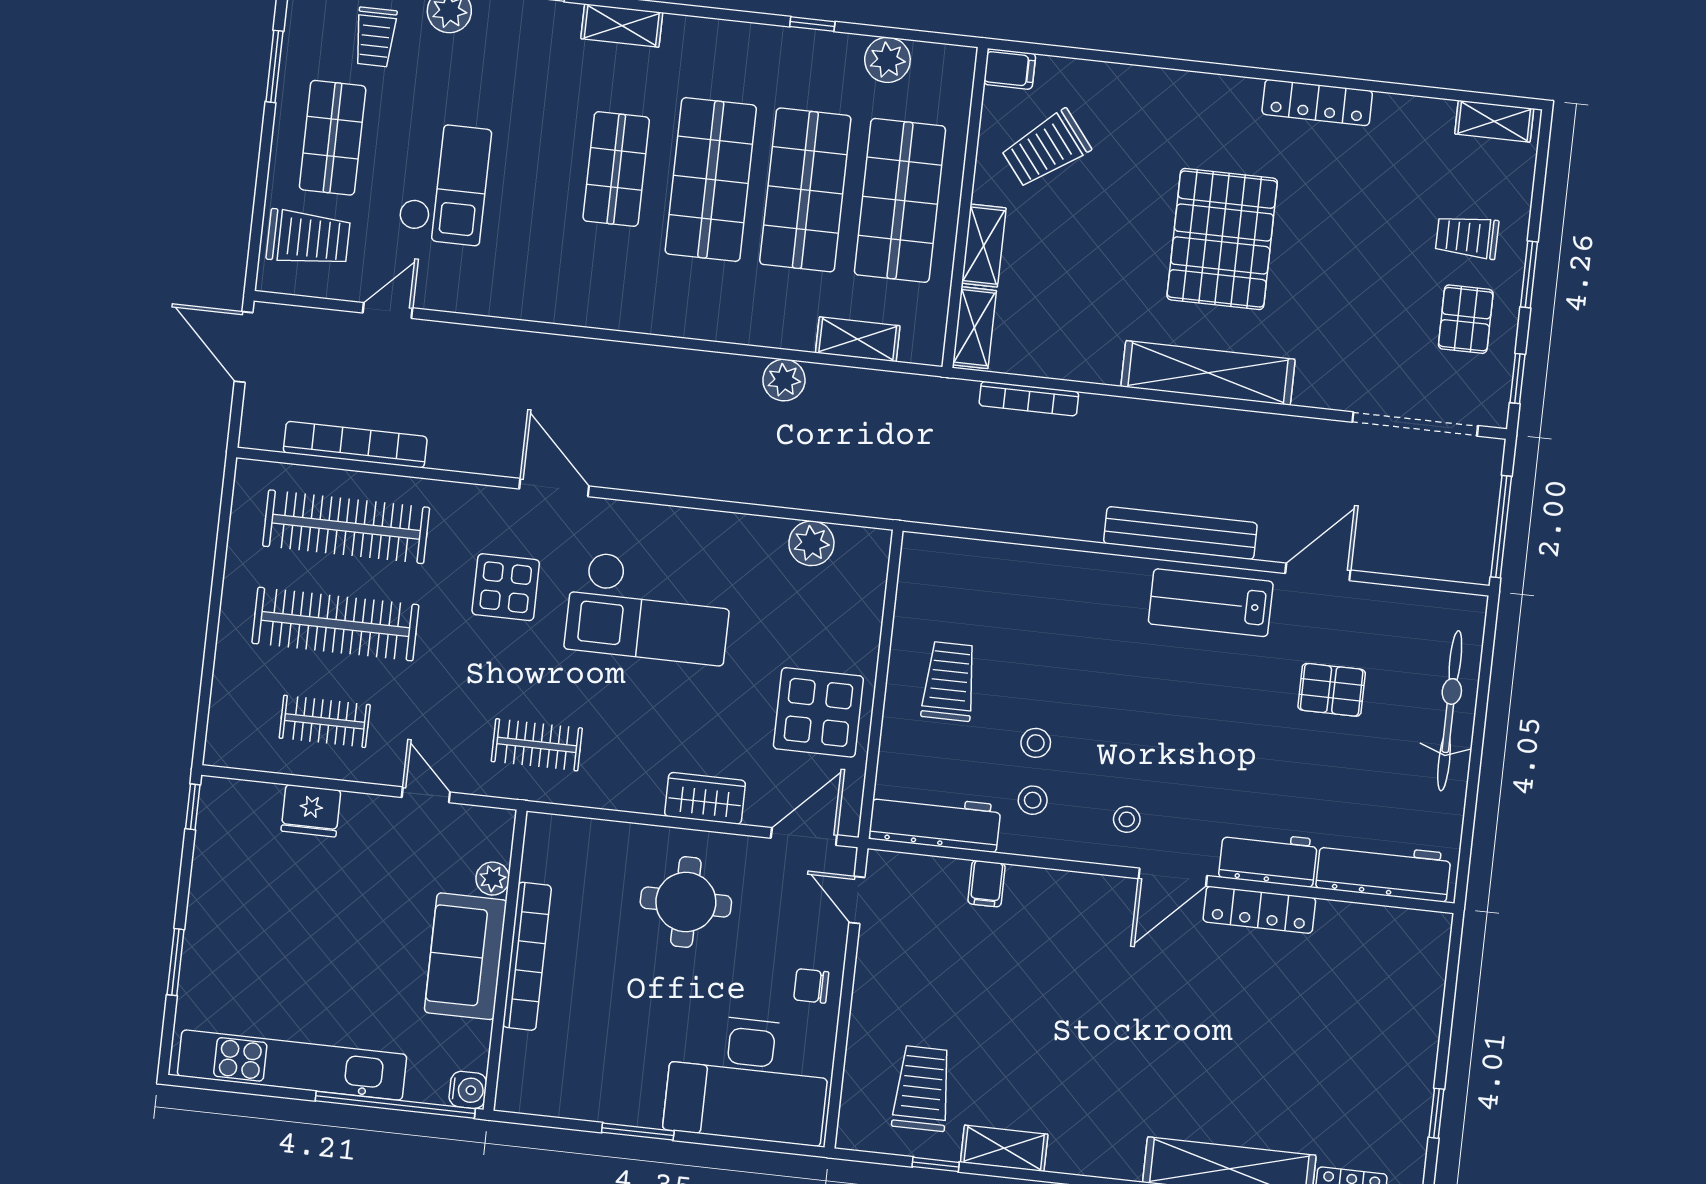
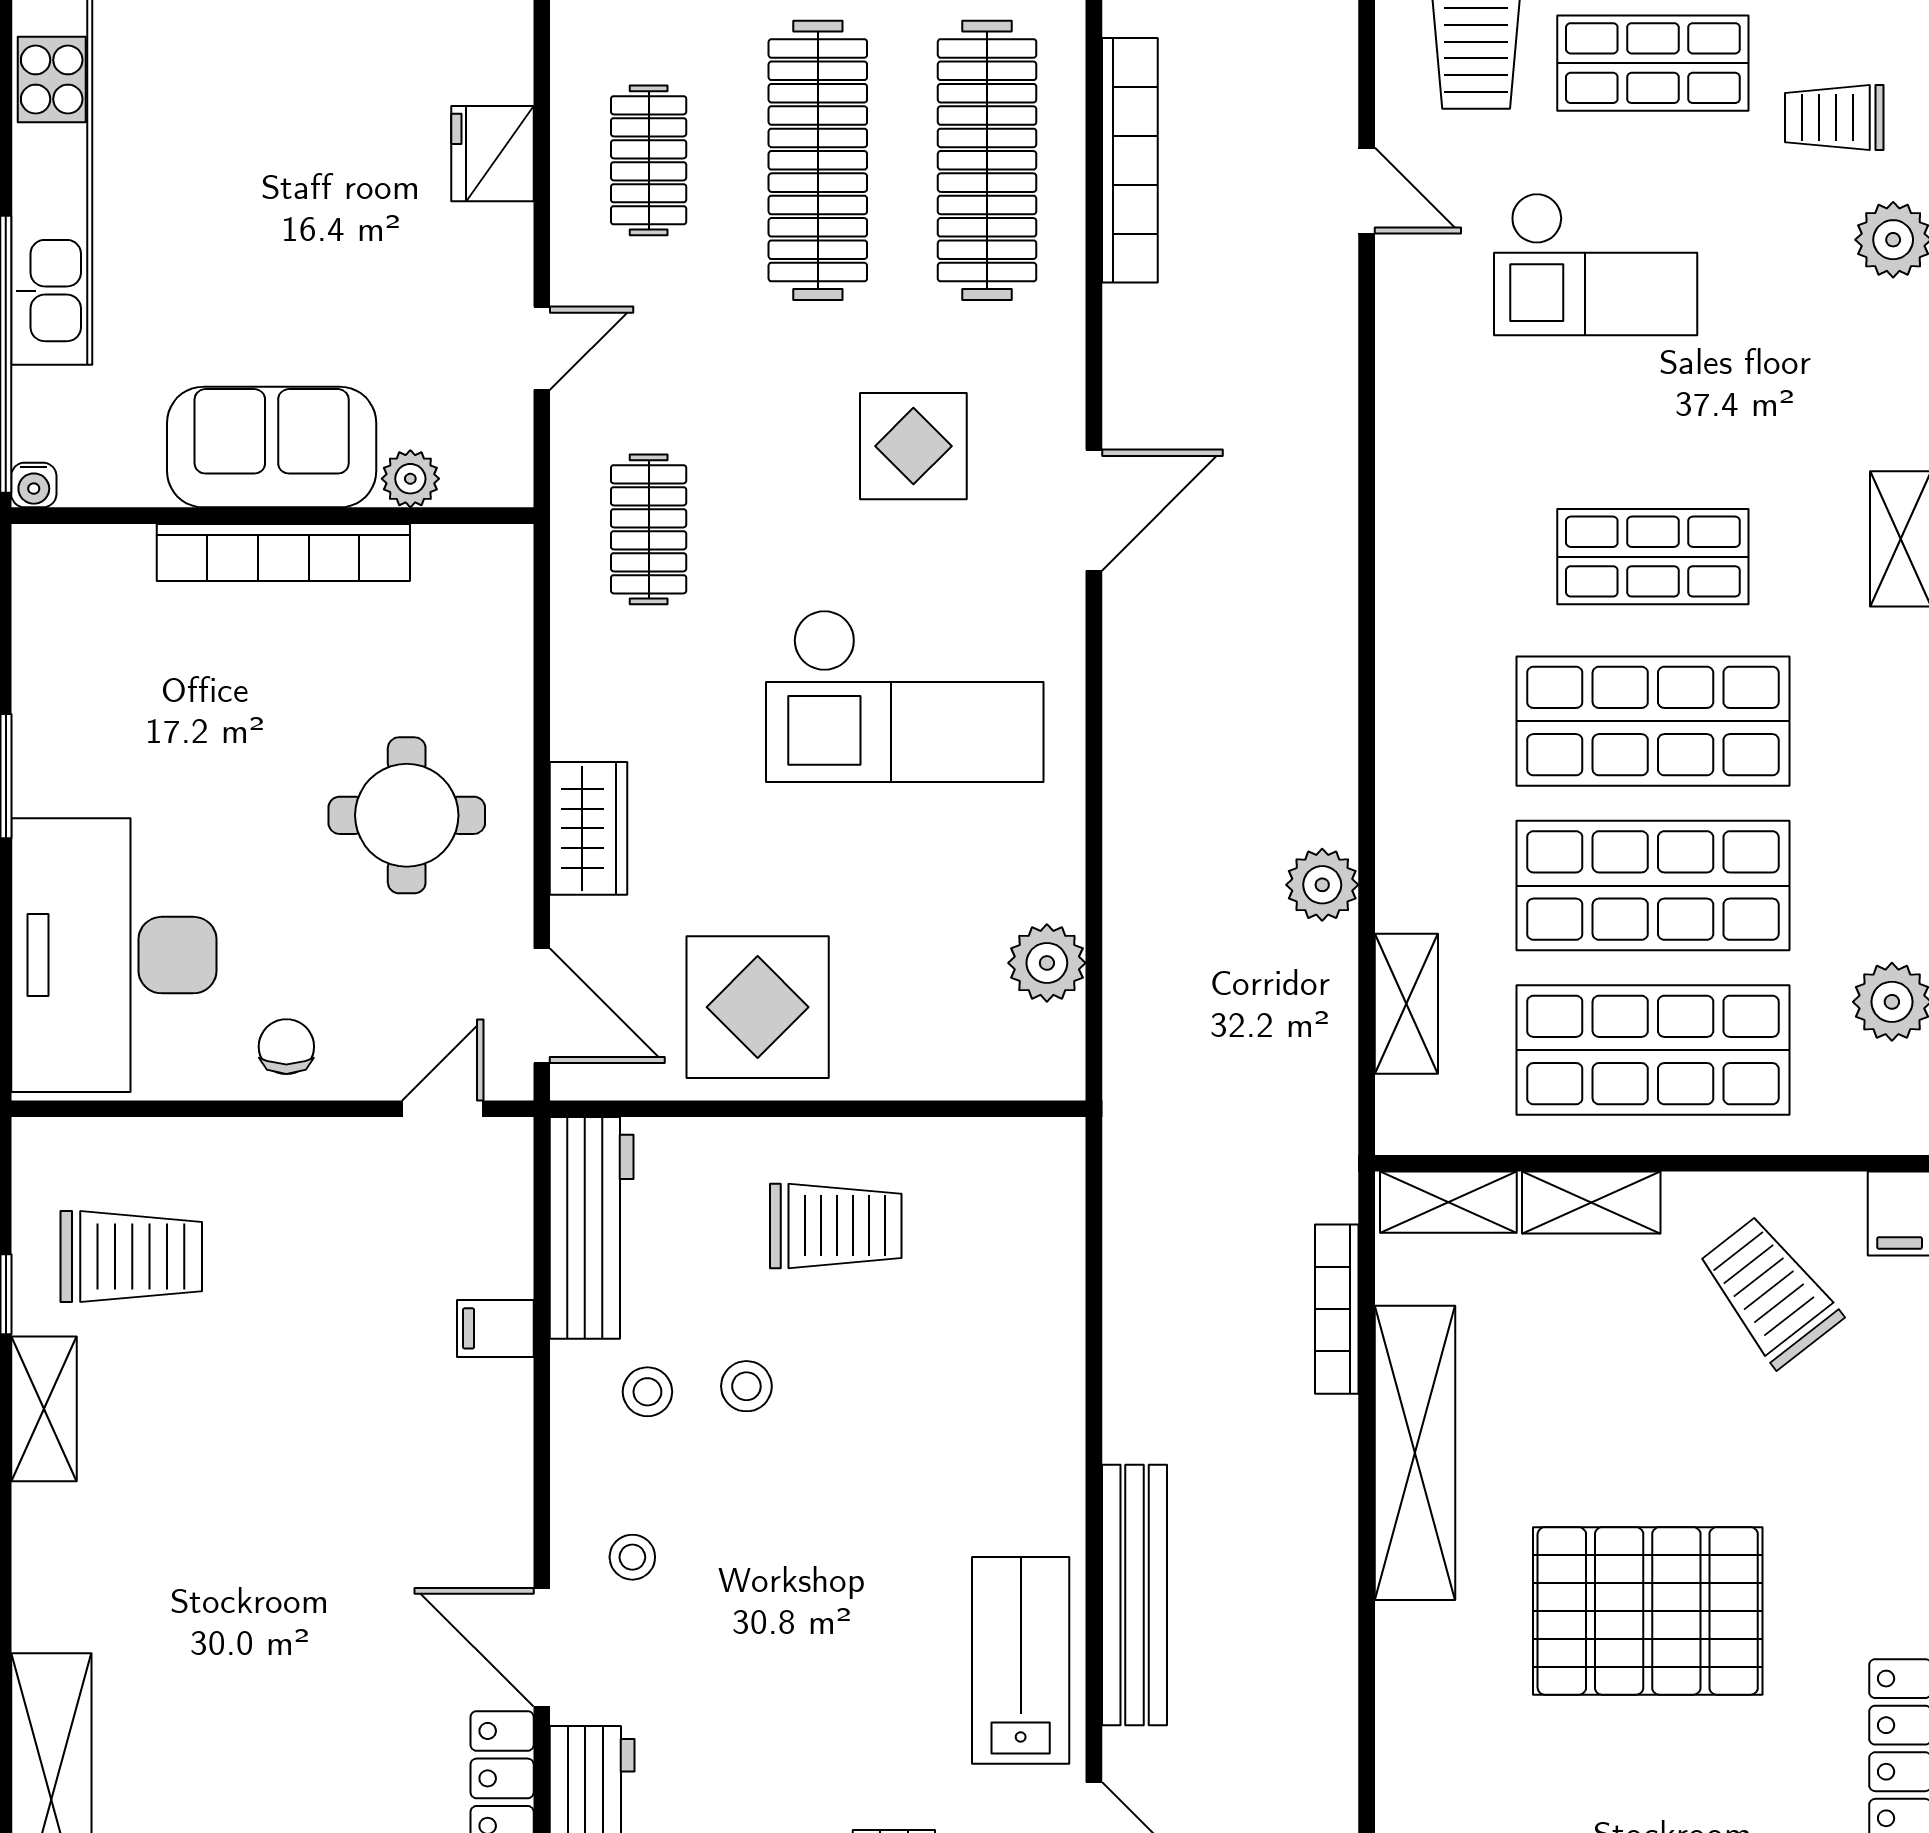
shelving: (1208, 373) -> (1415, 1453), moved
checkout: (649, 608) -> (905, 696), turned -90
water cooler: (468, 1090) -> (34, 485), width x0.72, depth x0.72

